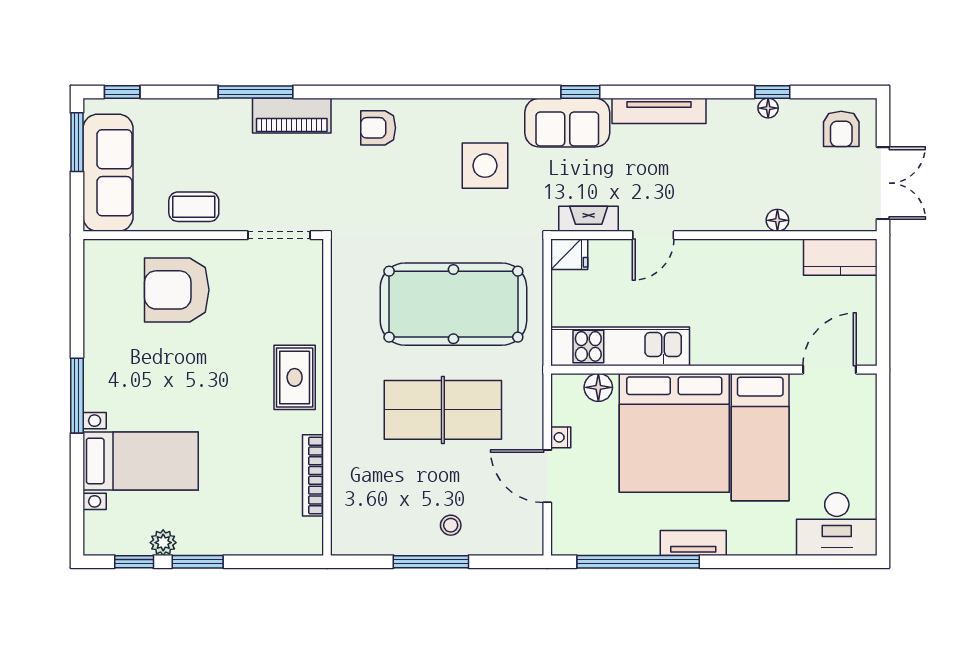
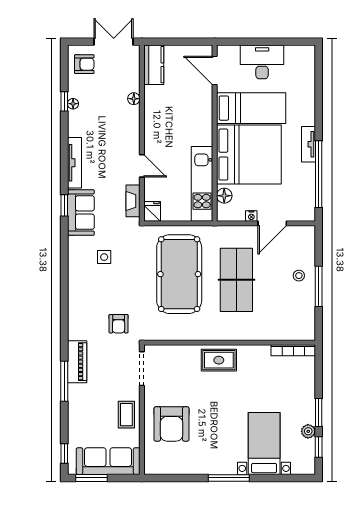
armchair: (378, 128) -> (119, 324), moved
side table: (485, 166) -> (104, 257), width x0.54, depth x0.54
bookcase: (313, 475) -> (293, 350), moved
desk: (837, 524) -> (262, 62), moved, turned -90

